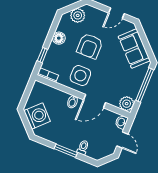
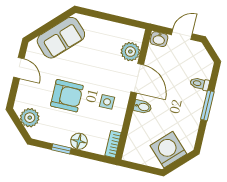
floor lamp: (59, 38) -> (79, 141), moved
window: (42, 55) -> (61, 149), moved
side table: (80, 76) -> (107, 102), width x0.54, depth x0.54
window: (145, 85) -> (106, 17), removed
plant: (127, 104) -> (130, 52), moved

